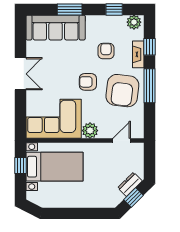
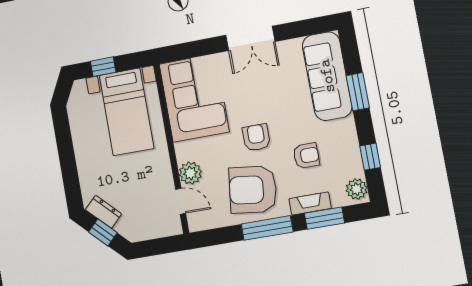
window: (149, 47) -> (324, 218), width x1.50
plant: (90, 131) -> (190, 173), moved
window: (20, 166) -> (103, 67), moved
dresser: (130, 184) -> (103, 212), moved

